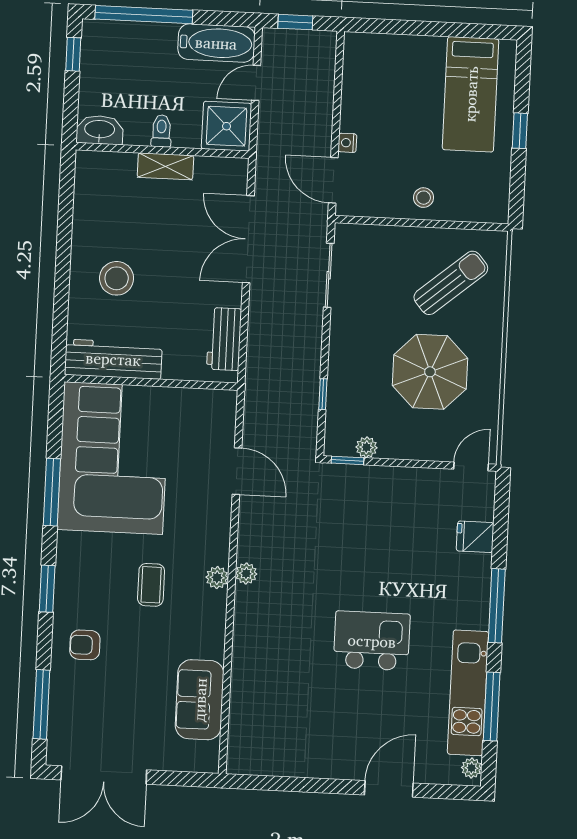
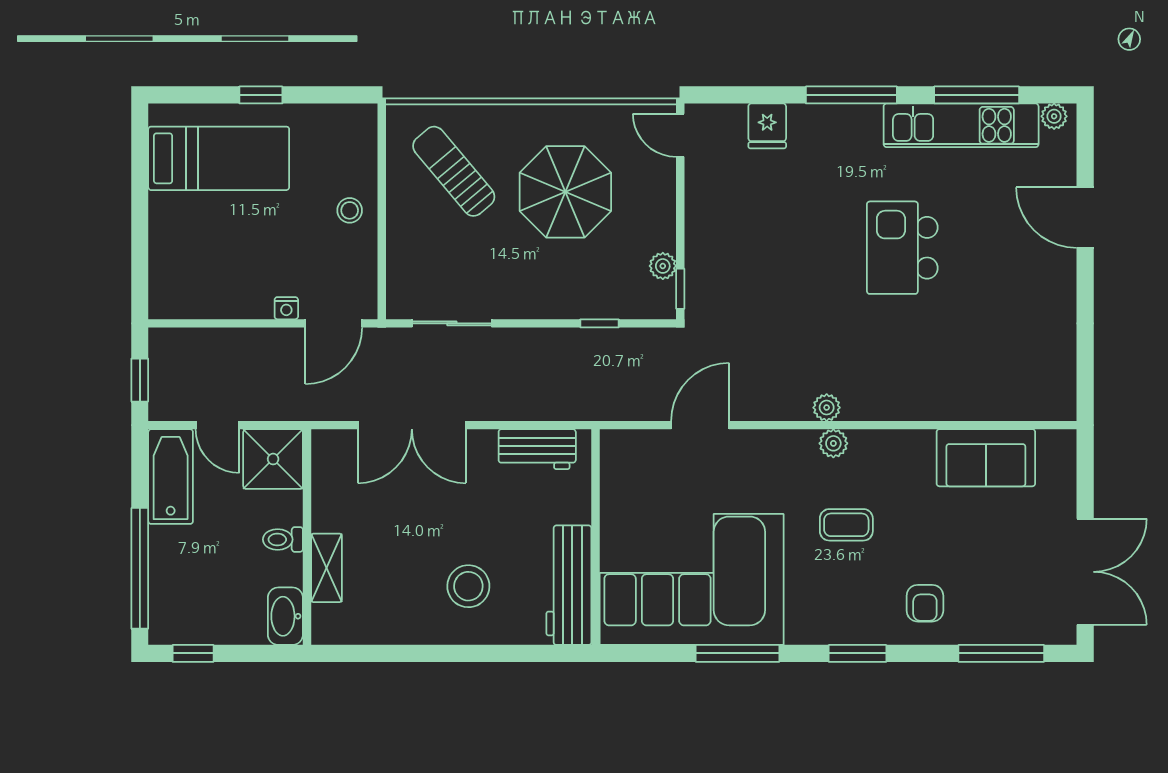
shelving: (165, 166) -> (327, 568), moved

